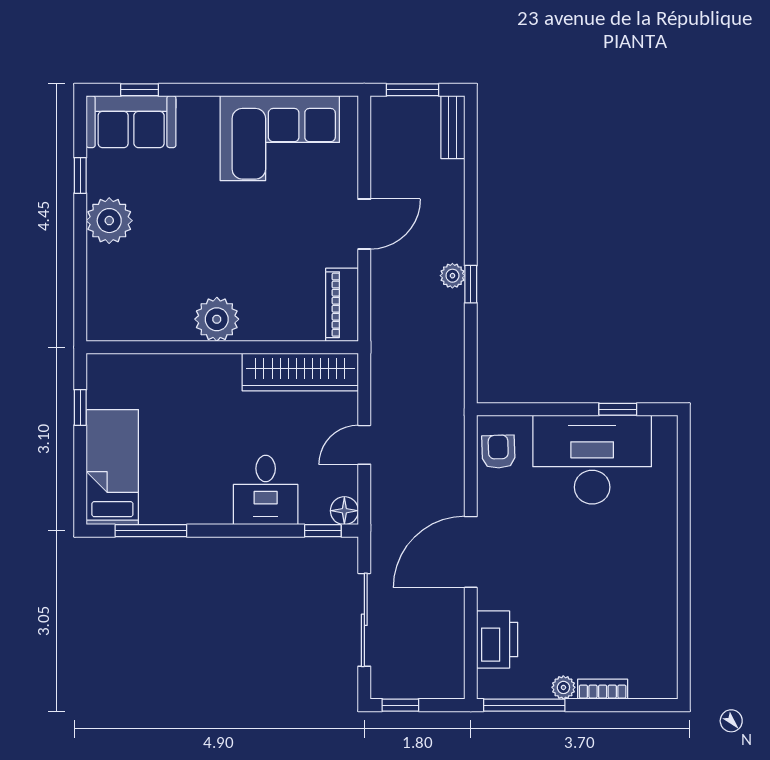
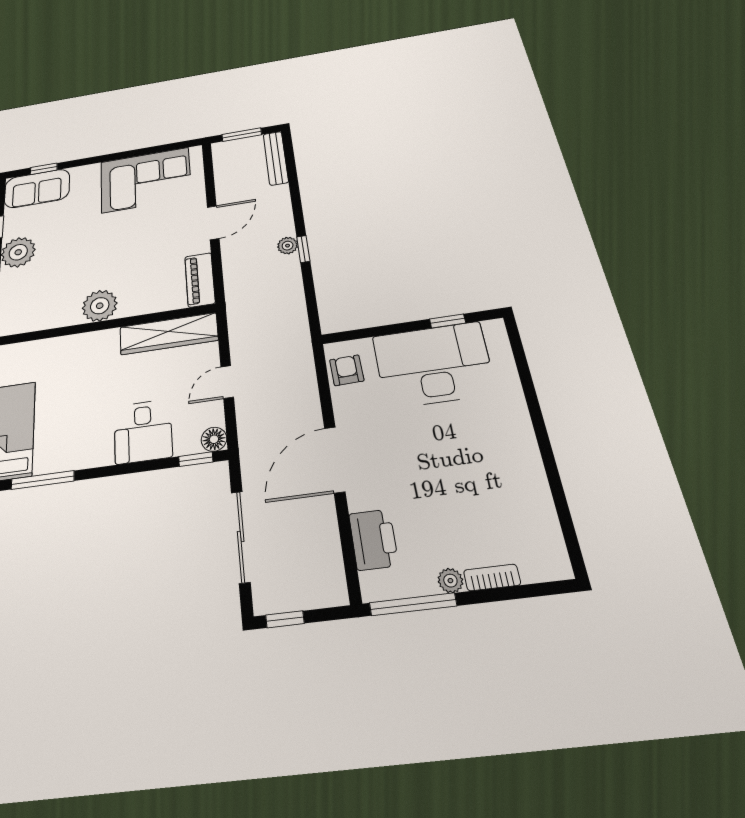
bench: (453, 127) -> (276, 158), width x1.36

